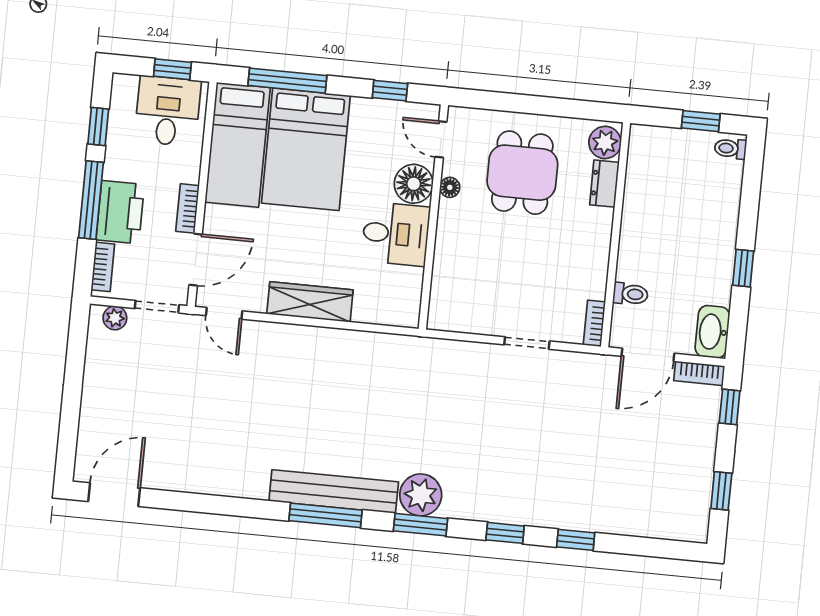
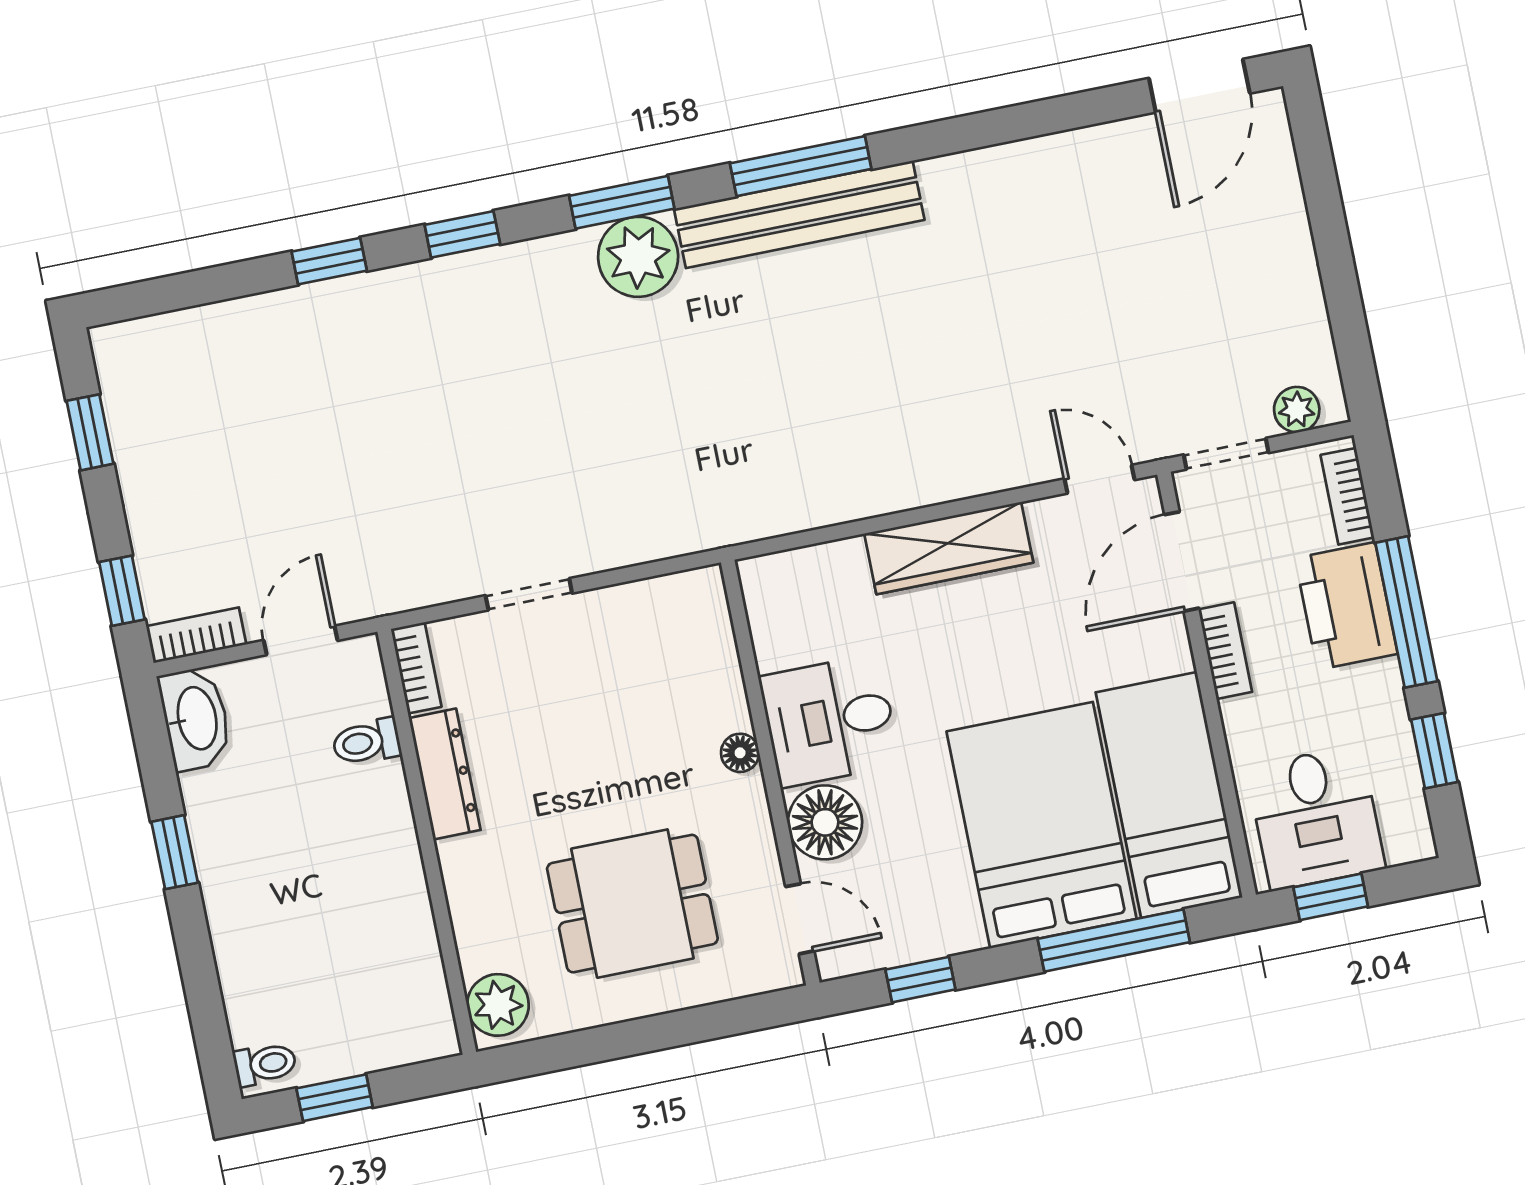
dining table: (522, 173) -> (632, 904), turned 90
dresser: (604, 184) -> (445, 774), moved, width x1.44
floor lamp: (450, 187) -> (740, 753), moved
door: (648, 355) -> (301, 640), width x0.73

